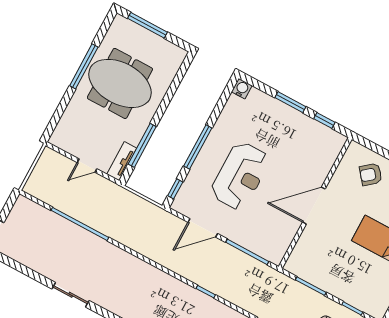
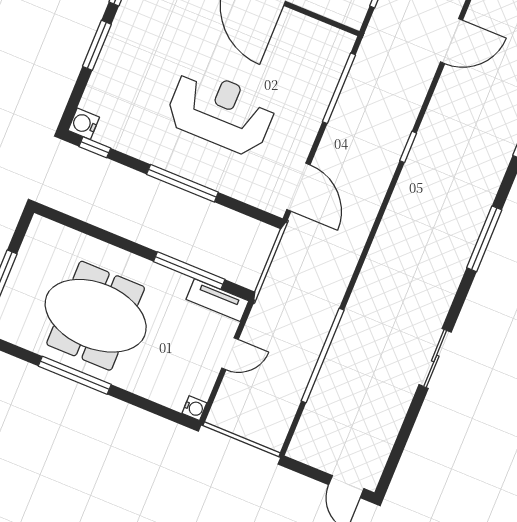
meeting table: (120, 83) -> (96, 316), turned 90
water cooler: (55, 140) -> (194, 408), added
door: (87, 166) -> (230, 354), hinge flipped
window: (175, 189) -> (95, 147), moved
door: (203, 228) -> (298, 187), moved

